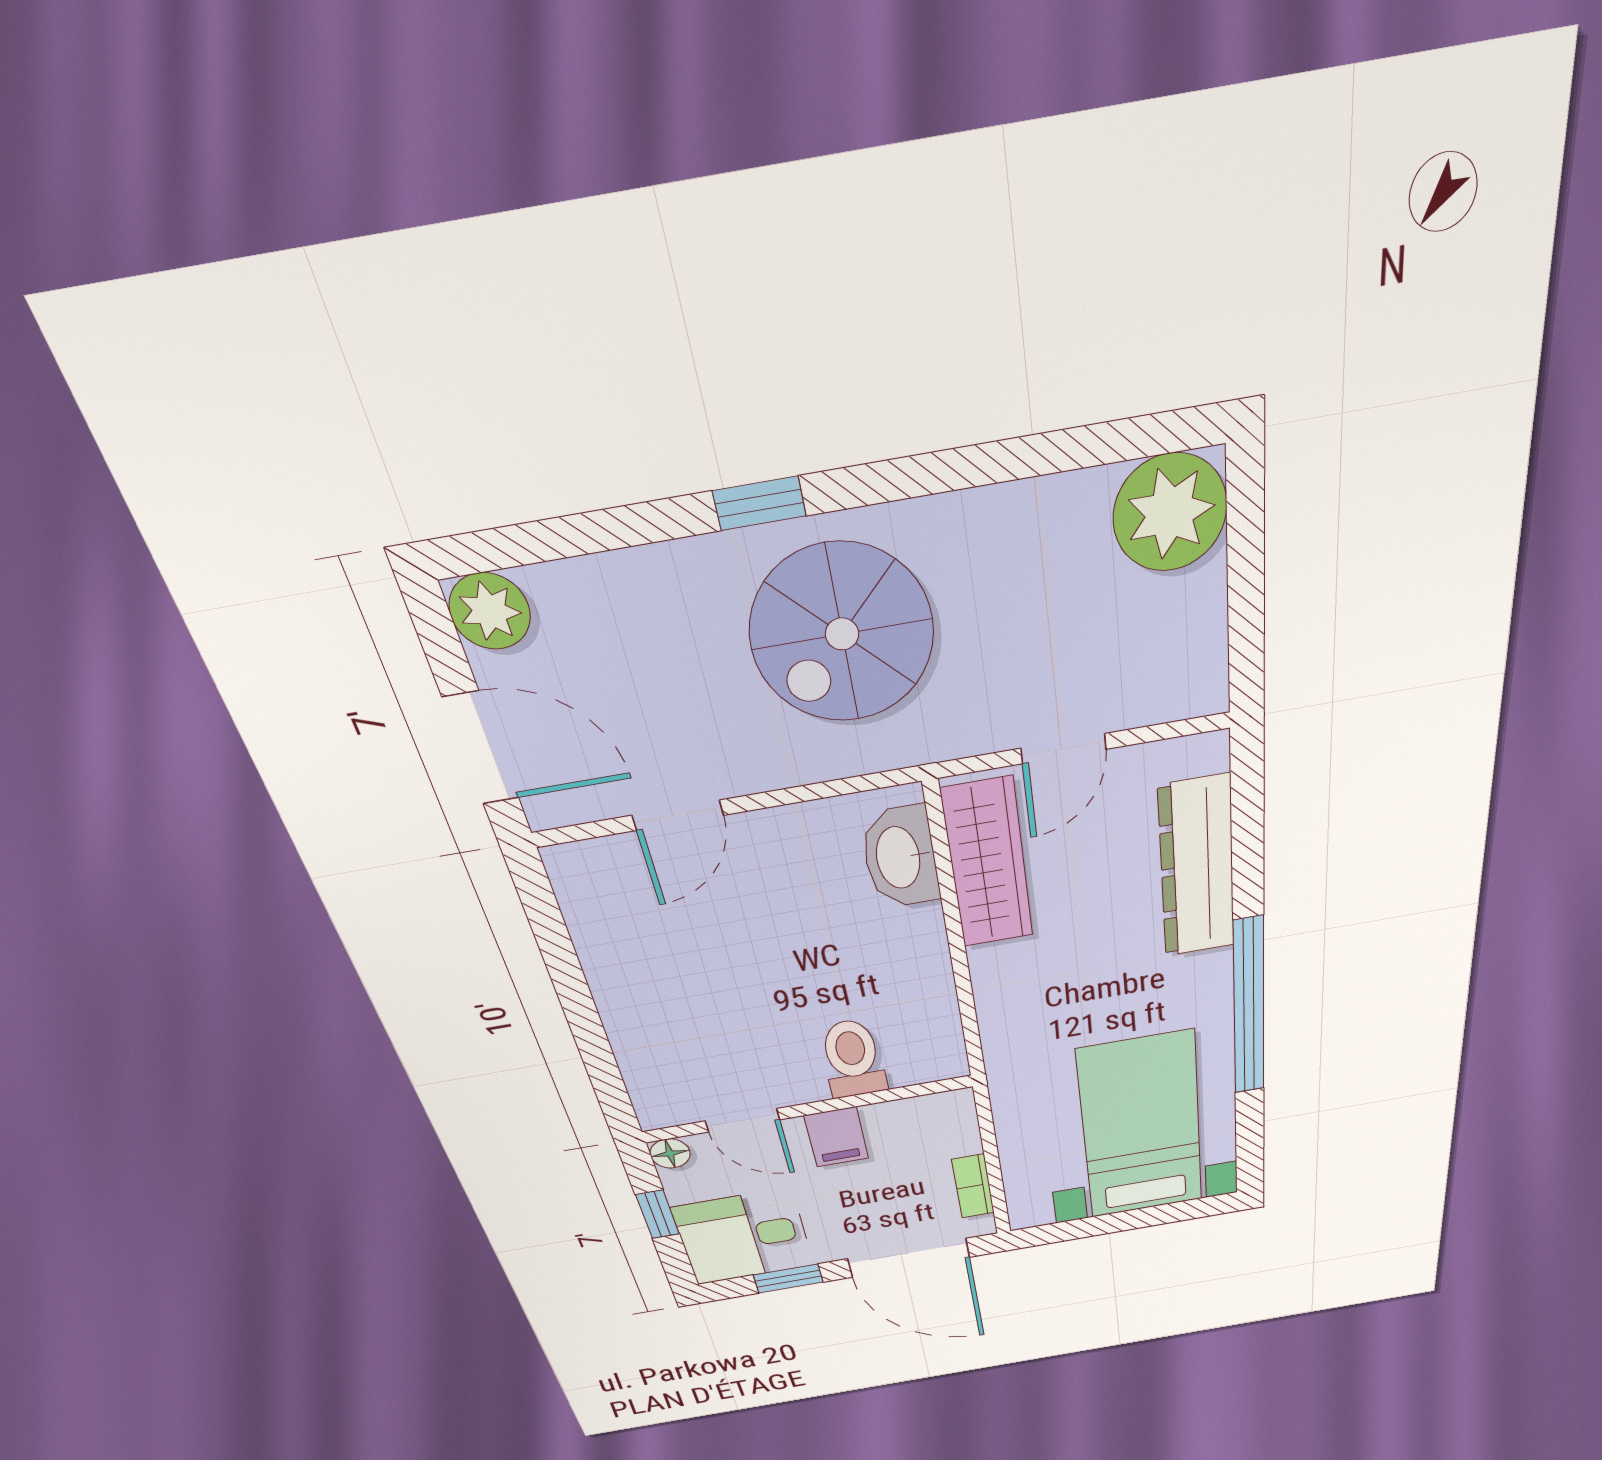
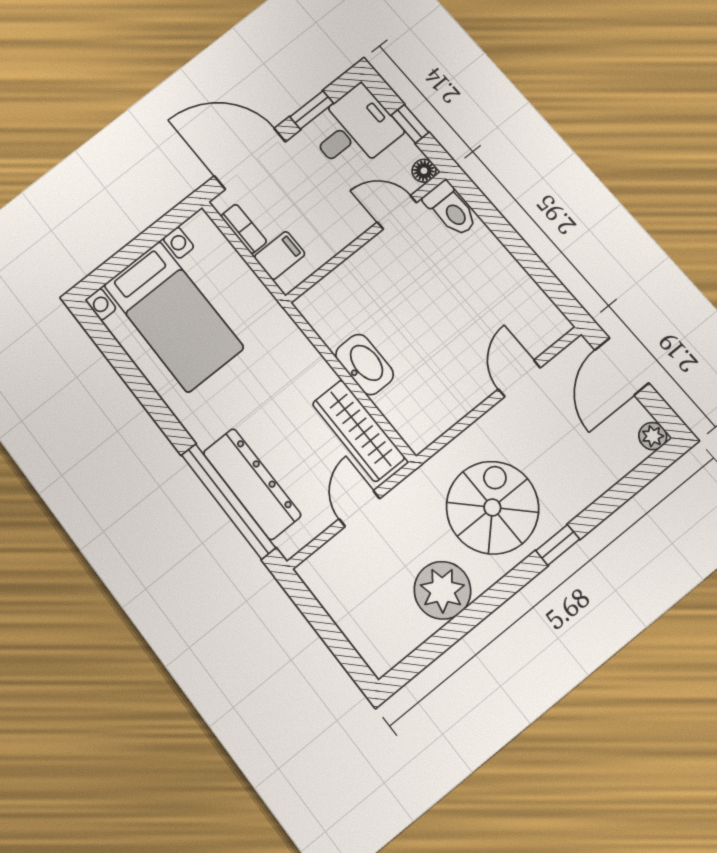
plant: (1170, 513) -> (442, 590), moved
plant: (490, 611) -> (653, 436), width x0.73, depth x0.73
door: (481, 748) -> (622, 366), hinge flipped
washbasin: (900, 857) -> (365, 364), moved
window: (1249, 1008) -> (228, 501), moved
toilet: (853, 1059) -> (451, 209), moved
filing cabinet: (836, 1137) -> (280, 255), moved, turned 90

